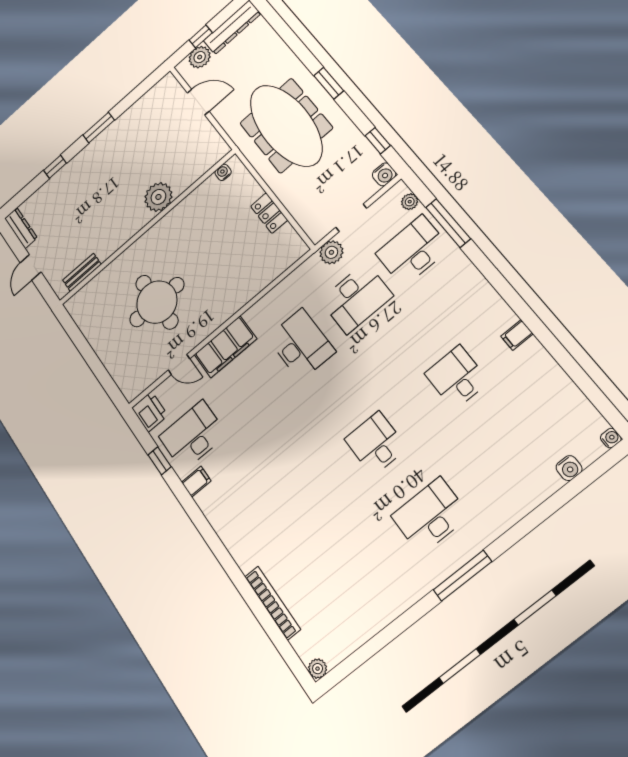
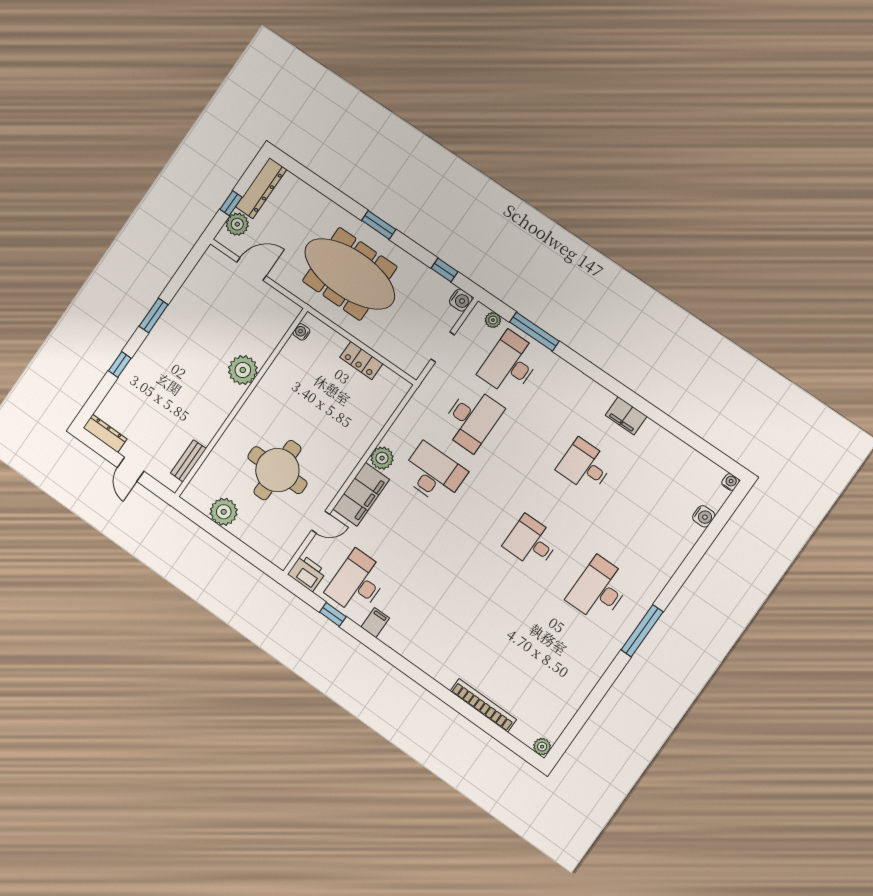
plant: (331, 252) -> (382, 458), moved
plant: (96, 330) -> (224, 512), added
filing cabinet: (517, 335) -> (626, 416), width x2.00

